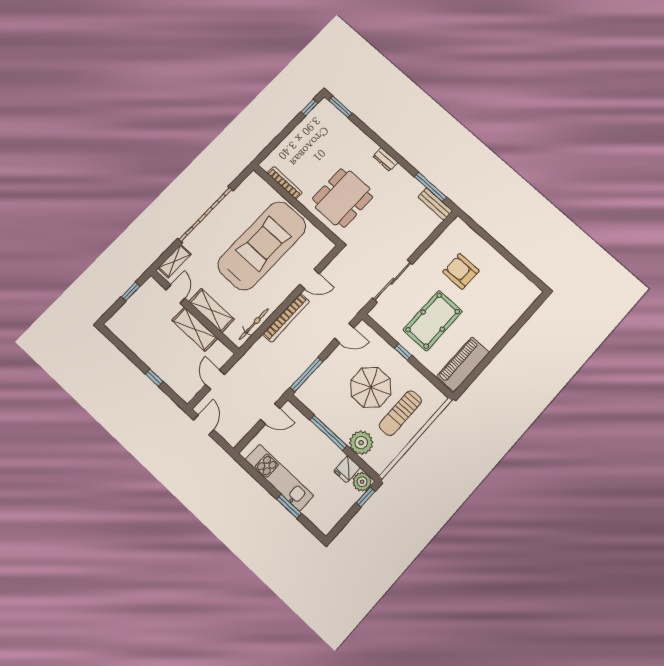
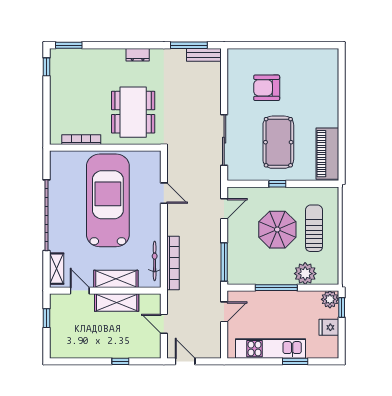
door: (309, 279) -> (164, 193), hinge flipped
bookcase: (286, 318) -> (173, 263), moved
sun lounger: (400, 413) -> (314, 228), turned 180
fridge: (347, 469) -> (329, 327), moved, turned 90

